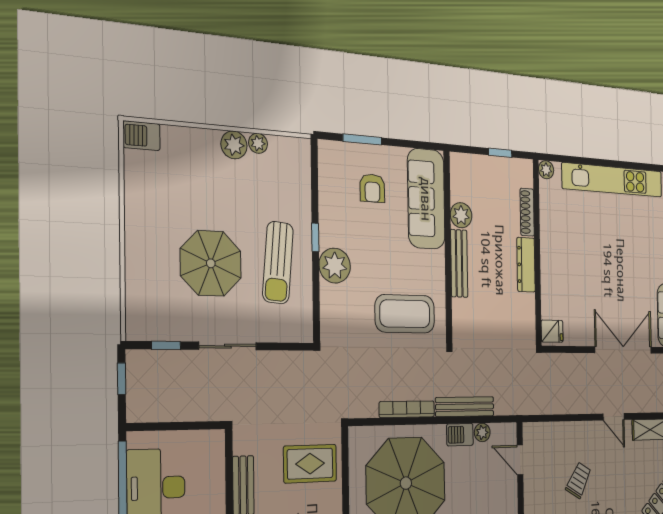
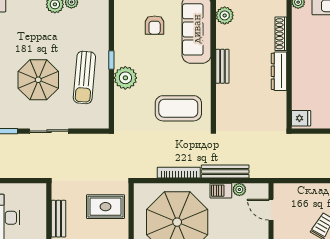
plant: (461, 215) -> (225, 15), moved
bench: (459, 263) -> (222, 66), width x0.73

